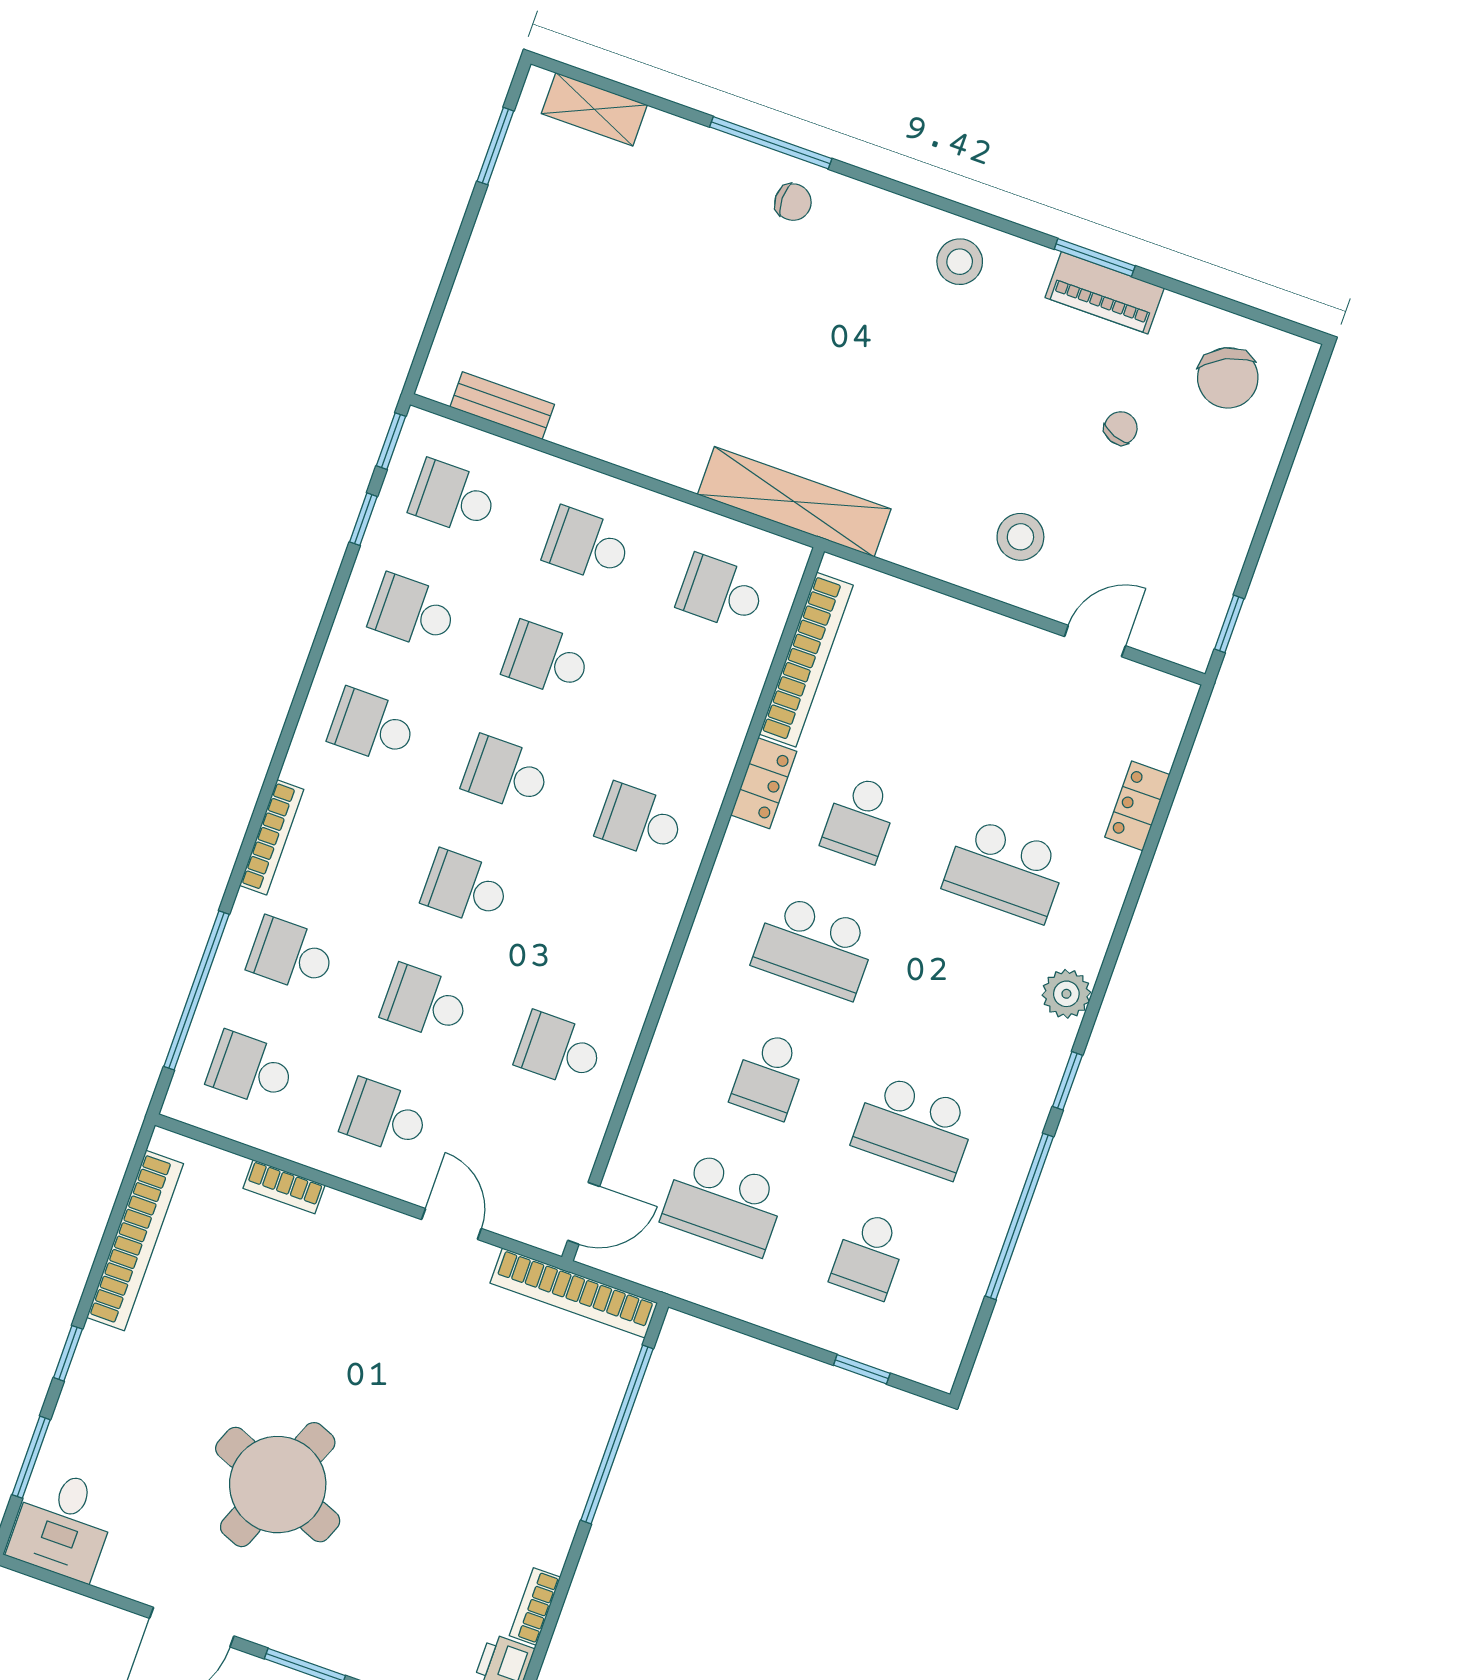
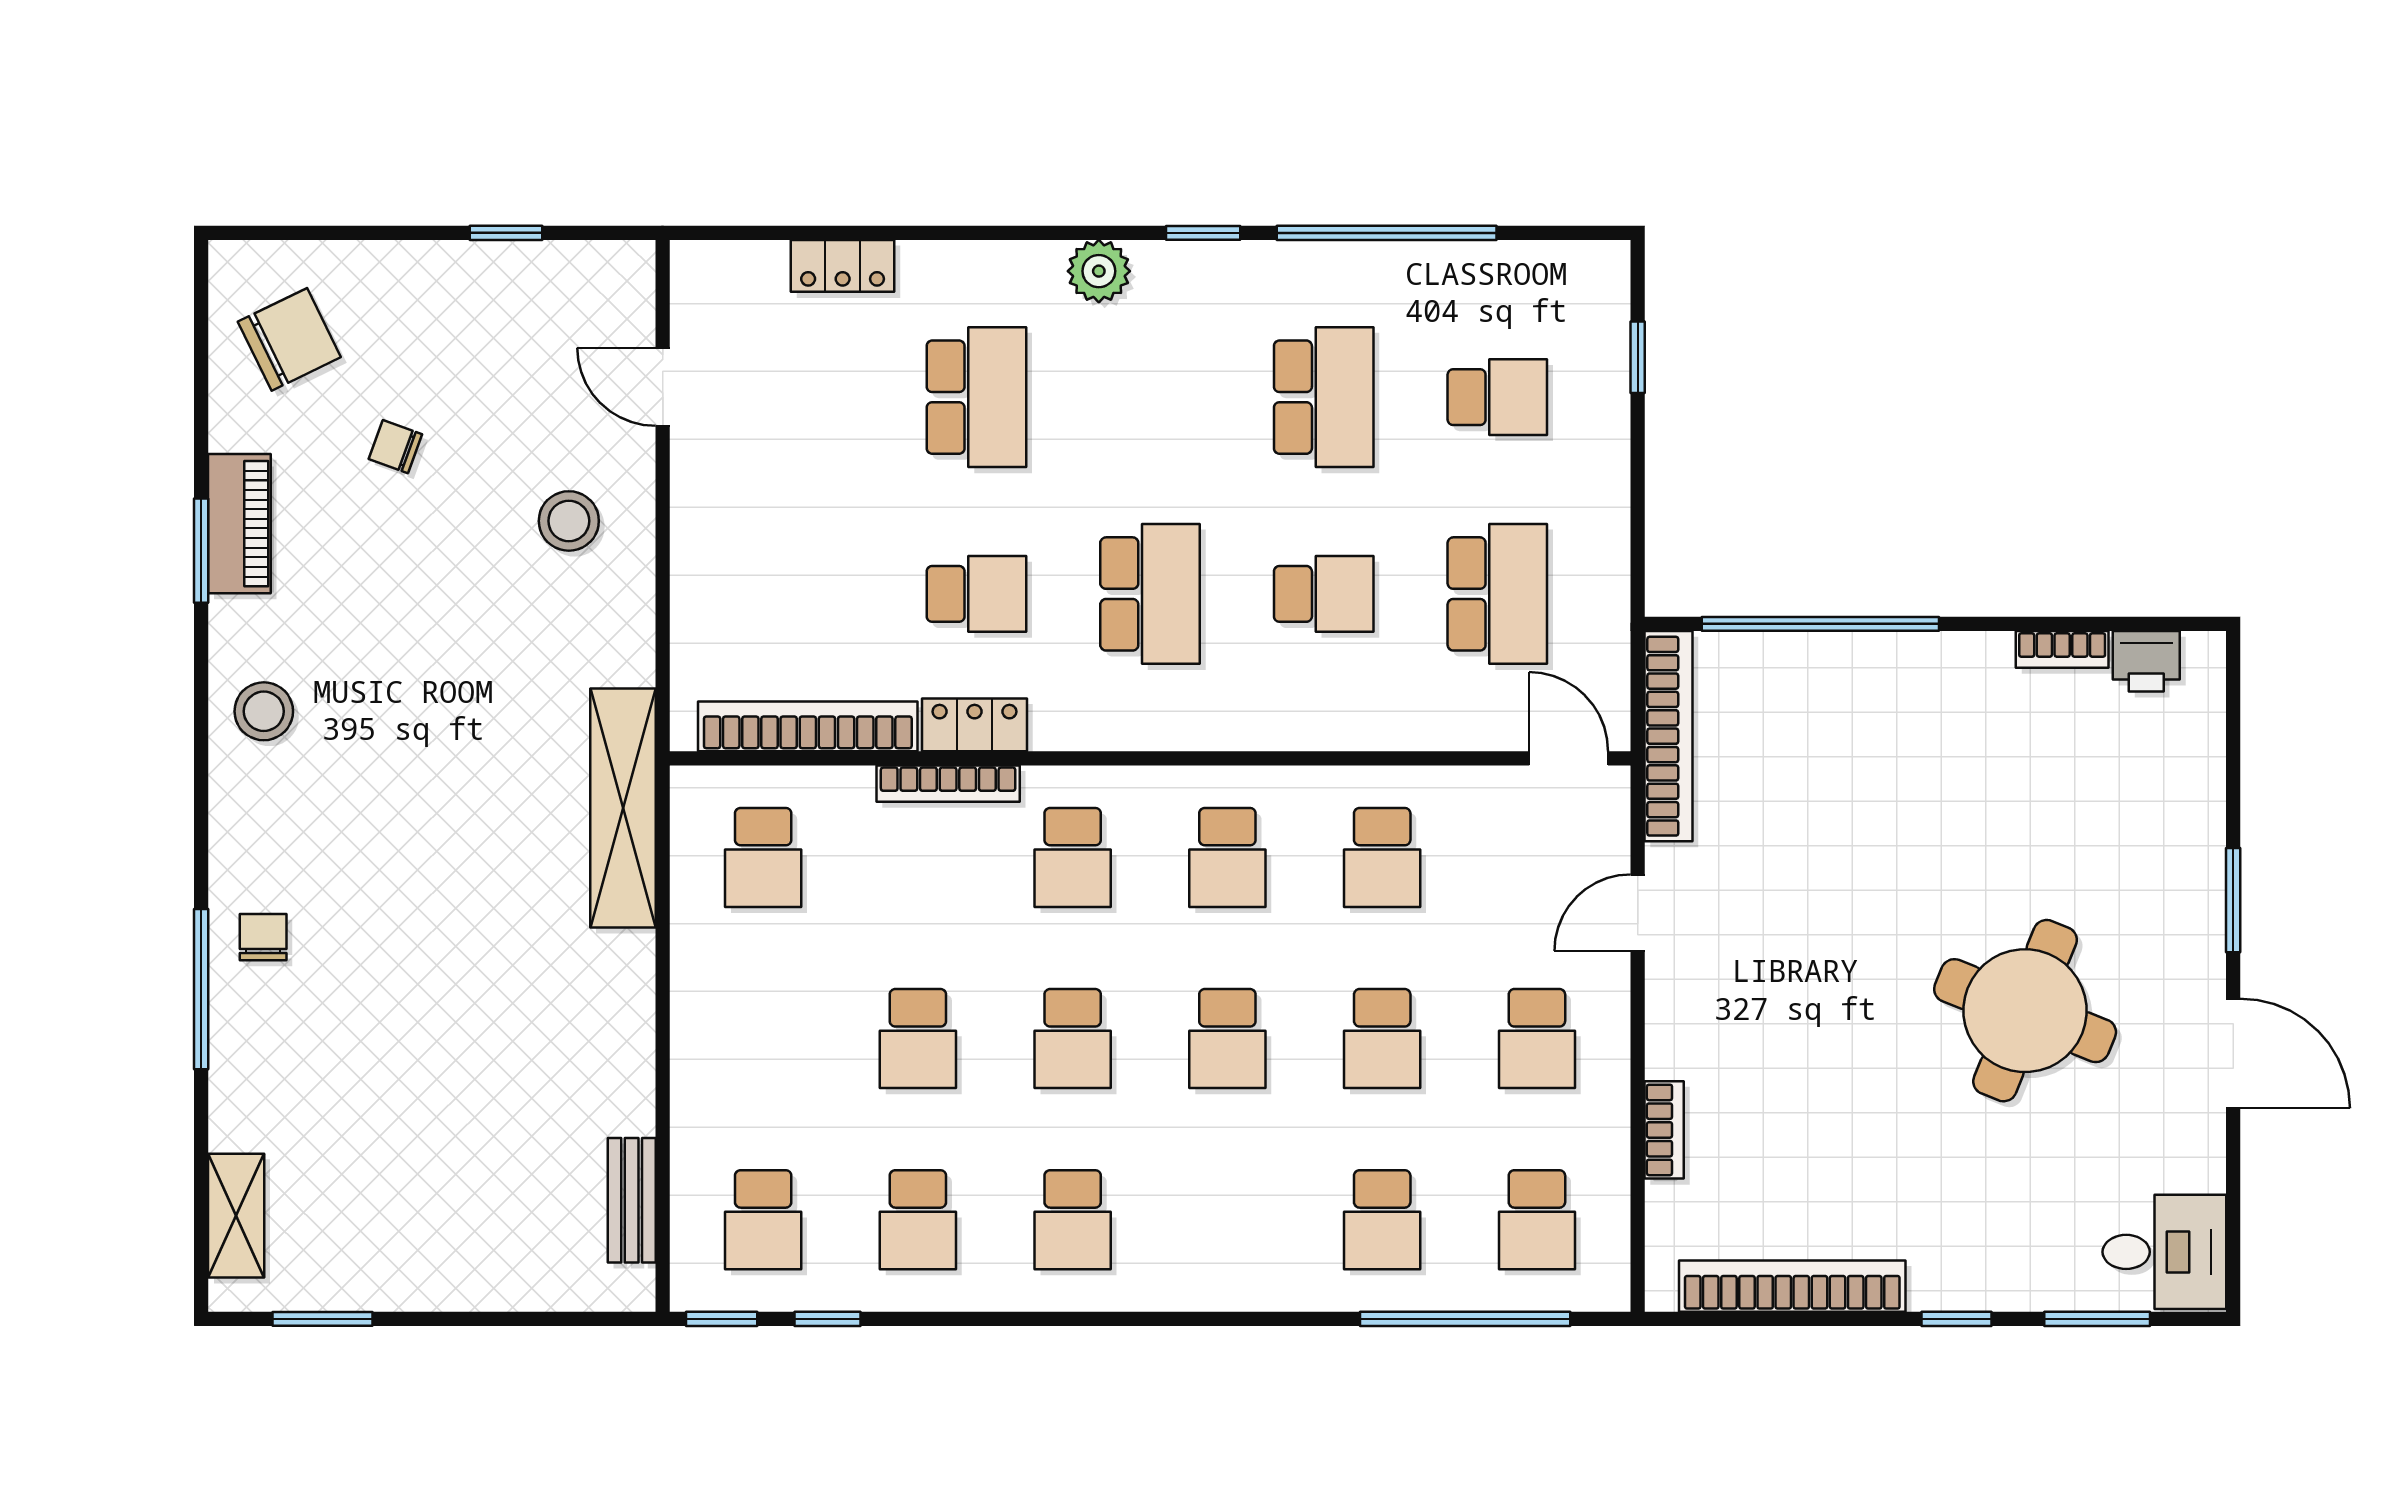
school desk: (587, 545) -> (1227, 857), moved
window: (1229, 624) -> (506, 233), moved
bookcase: (272, 837) -> (948, 784), moved, turned 180

